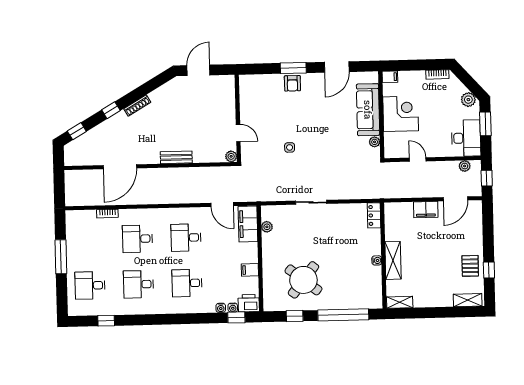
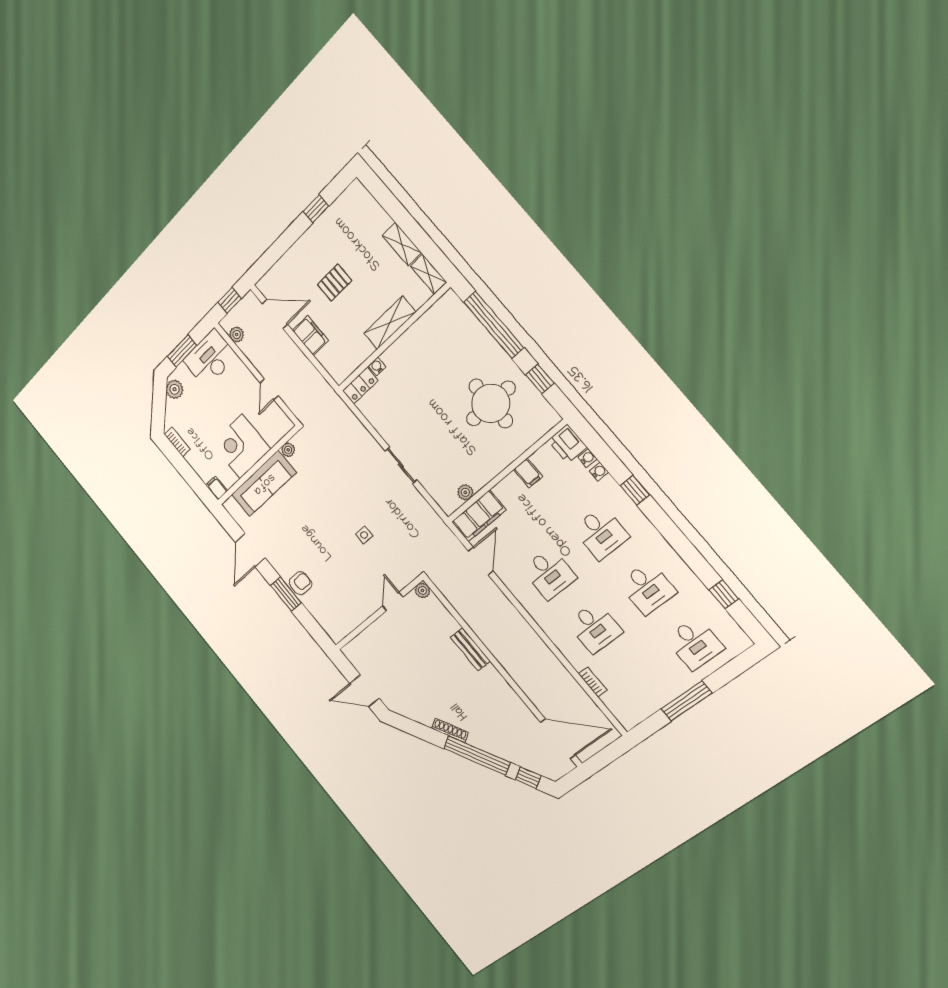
door: (337, 67) -> (250, 550), swing flipped
window: (111, 110) -> (477, 756), width x3.17
door: (120, 167) -> (558, 739), moved
water cooler: (377, 260) -> (377, 366), moved
pallet: (470, 266) -> (335, 283), moved
round table: (303, 280) -> (491, 403), turned -38
shelving: (468, 300) -> (402, 244), moved
window: (236, 317) -> (635, 490), moved

